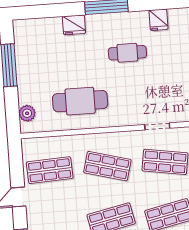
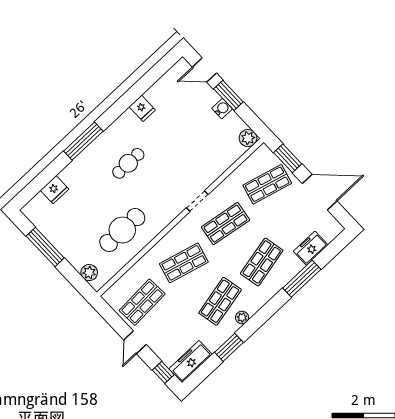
fridge: (159, 20) -> (142, 108), moved
fridge: (74, 25) -> (55, 190), moved

